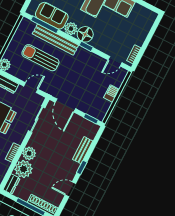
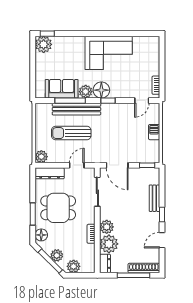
window: (45, 25) -> (70, 101), moved

